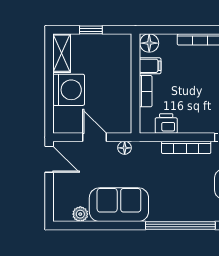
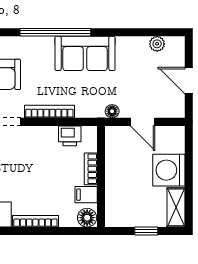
door: (49, 159) -> (189, 81), moved
sofa: (119, 205) -> (85, 53), moved

